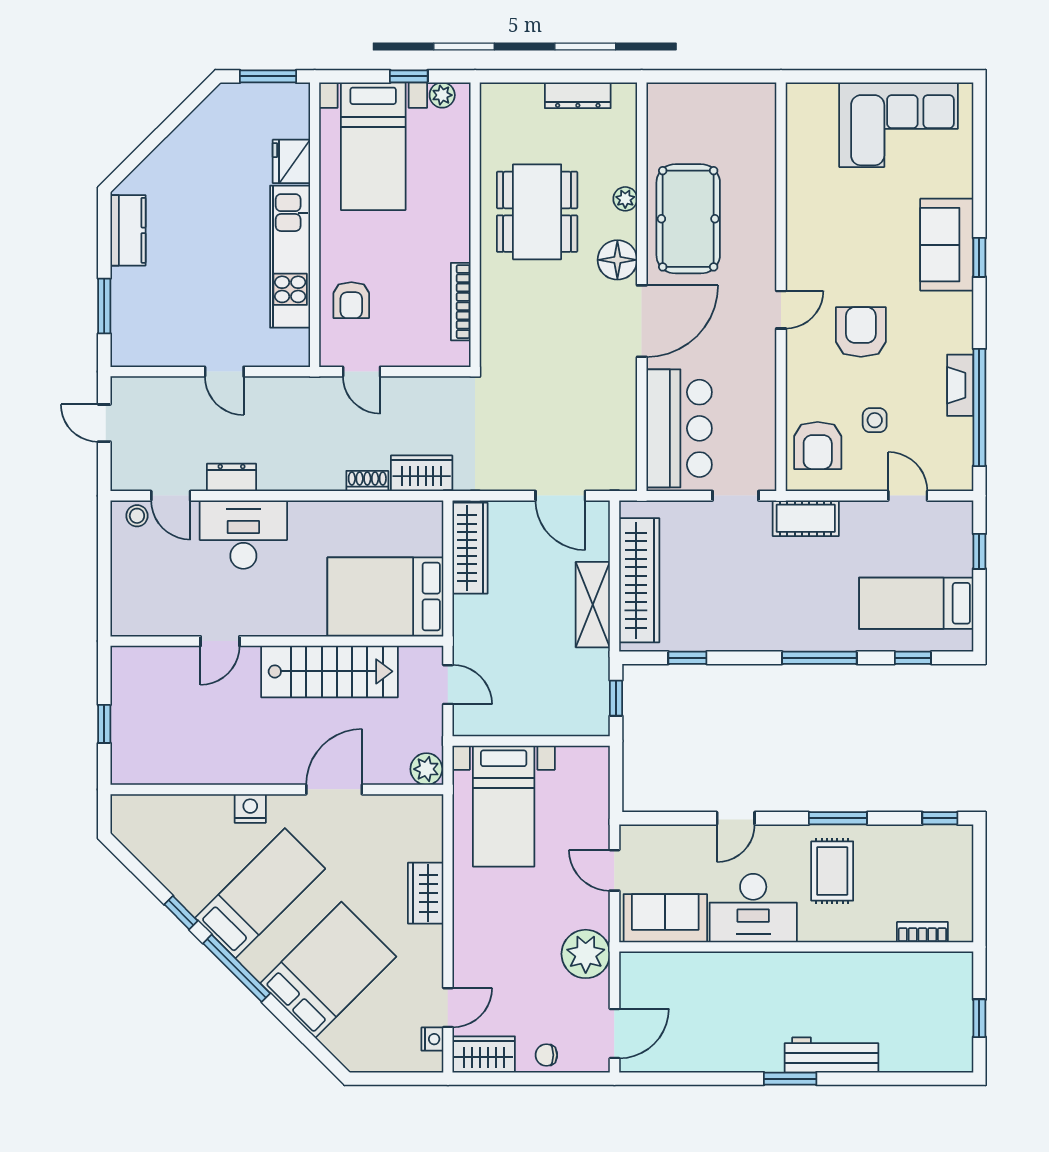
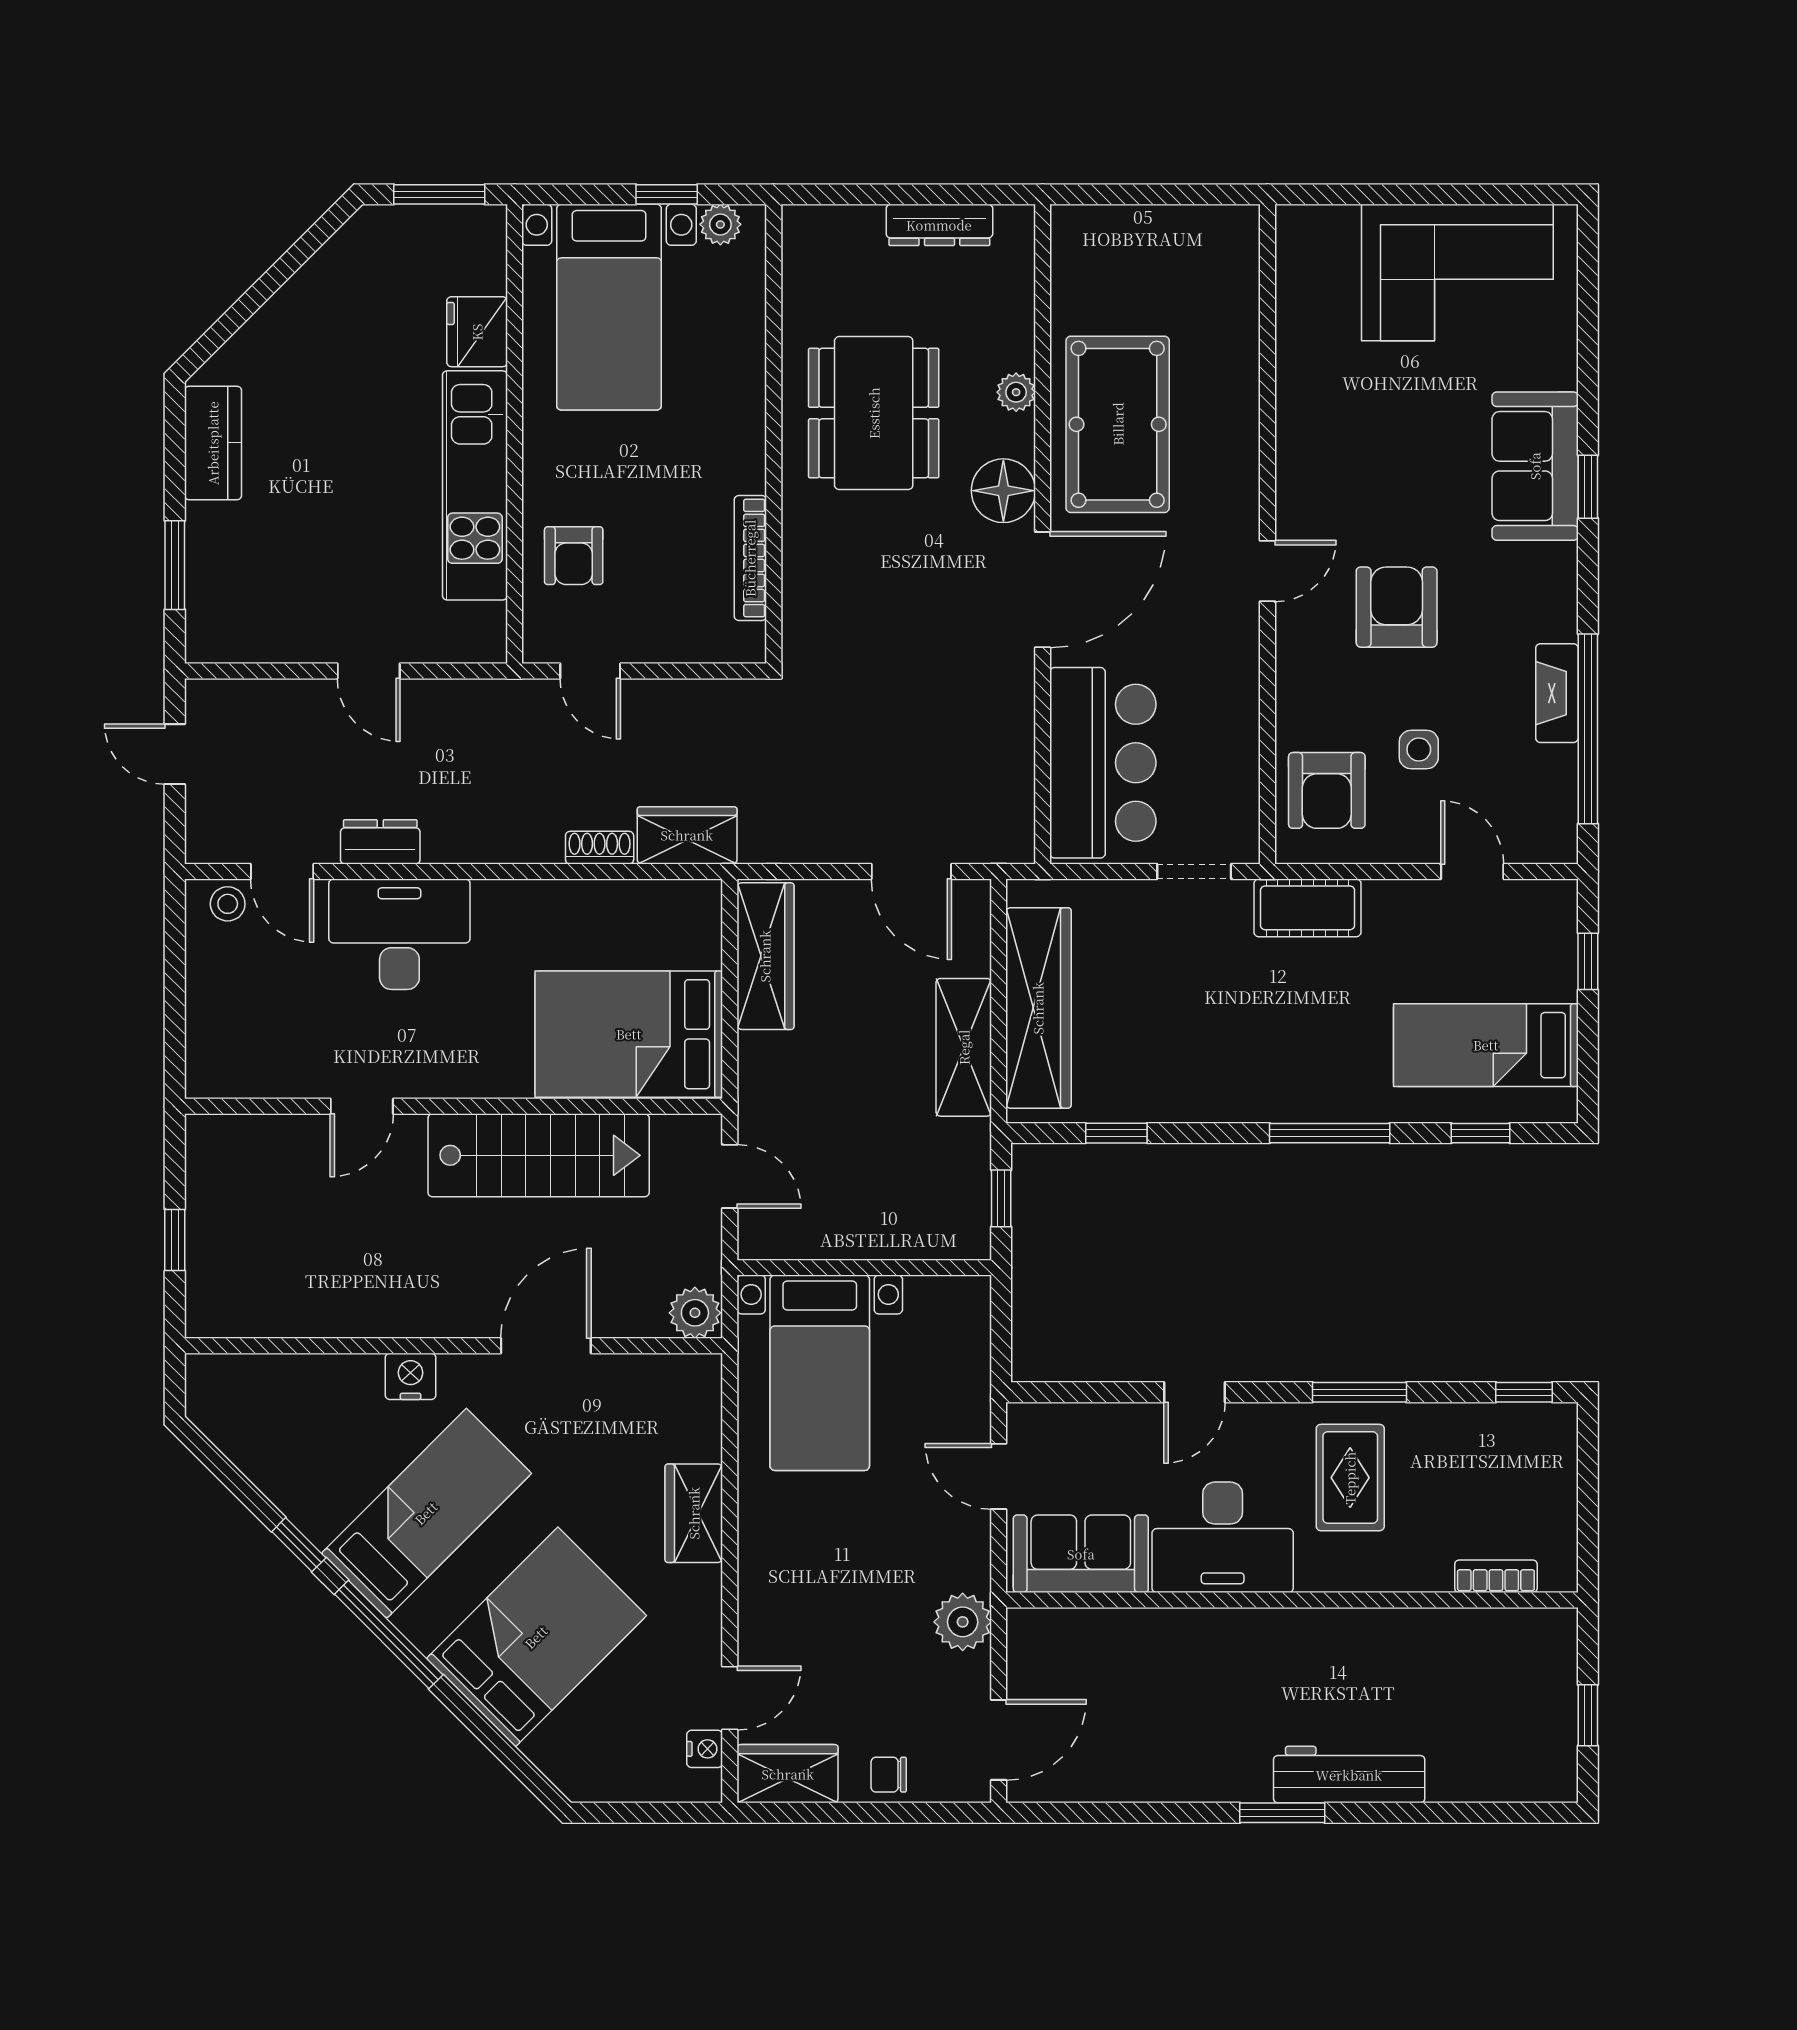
plant: (586, 954) -> (963, 1622), width x0.73, depth x0.73

